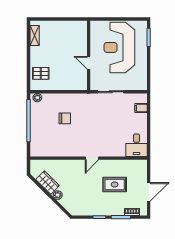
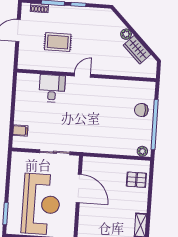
door: (89, 63) -> (79, 188), width x1.88
chair: (65, 118) -> (141, 110), moved
desk: (137, 145) -> (52, 88), moved

